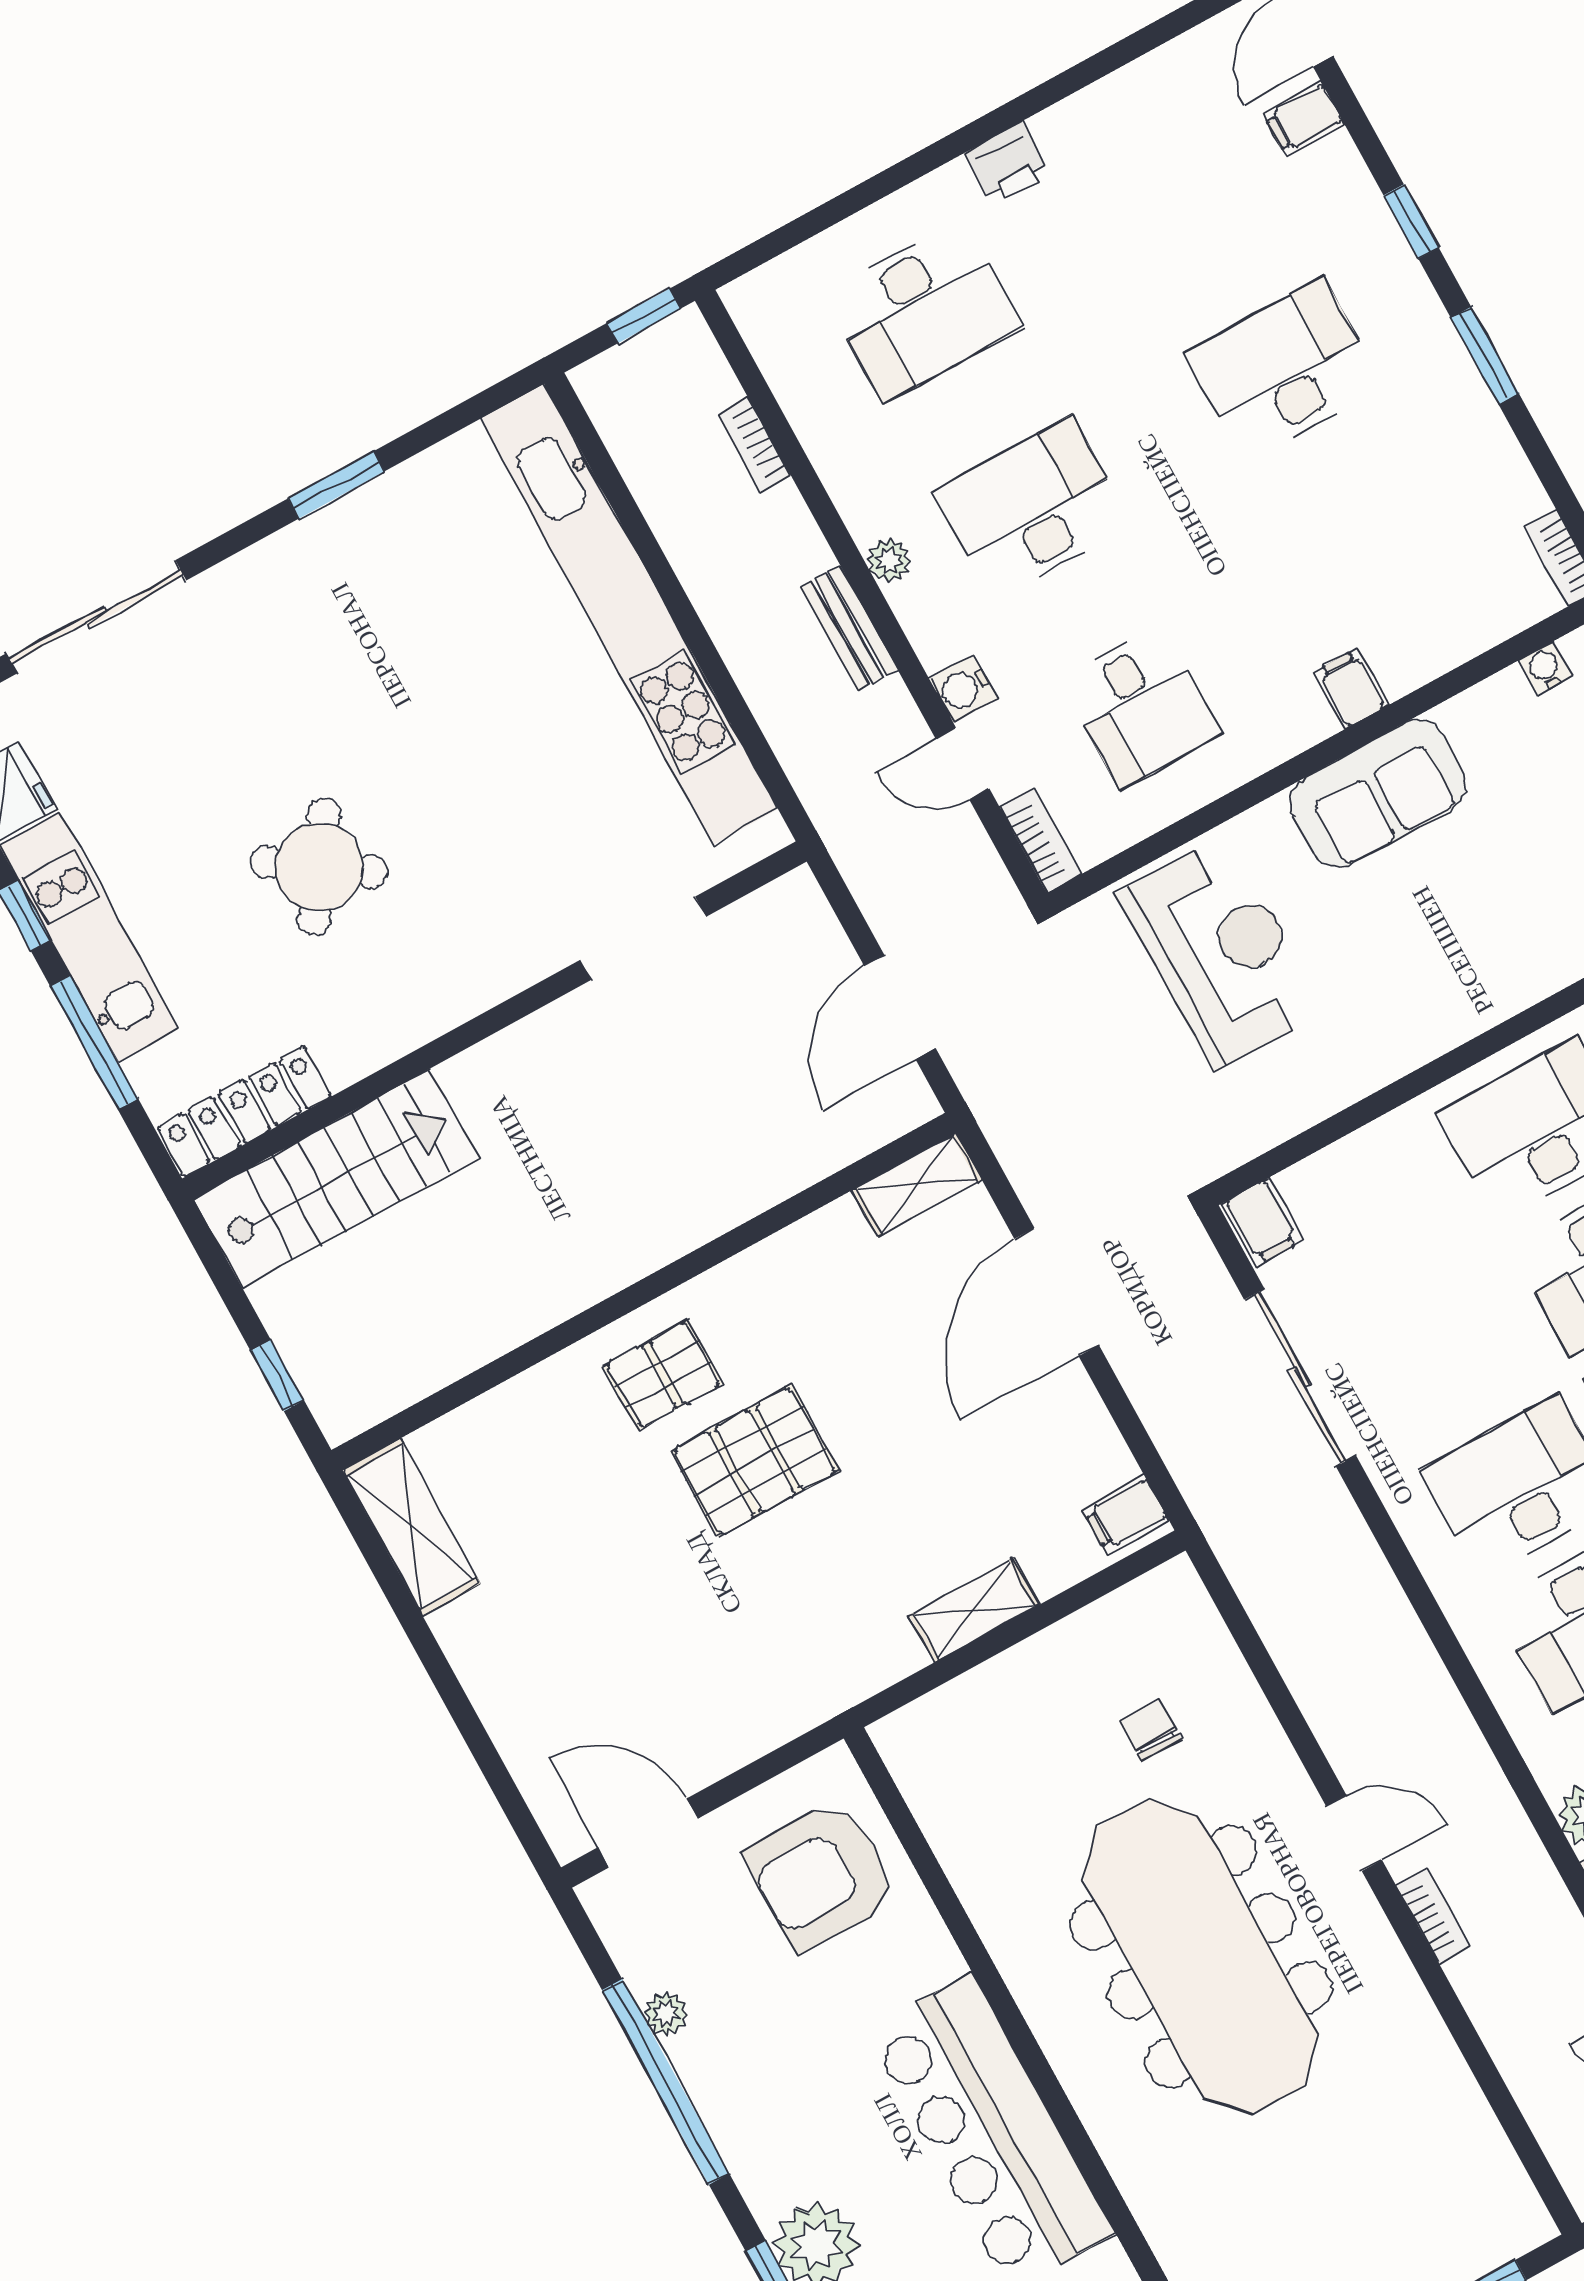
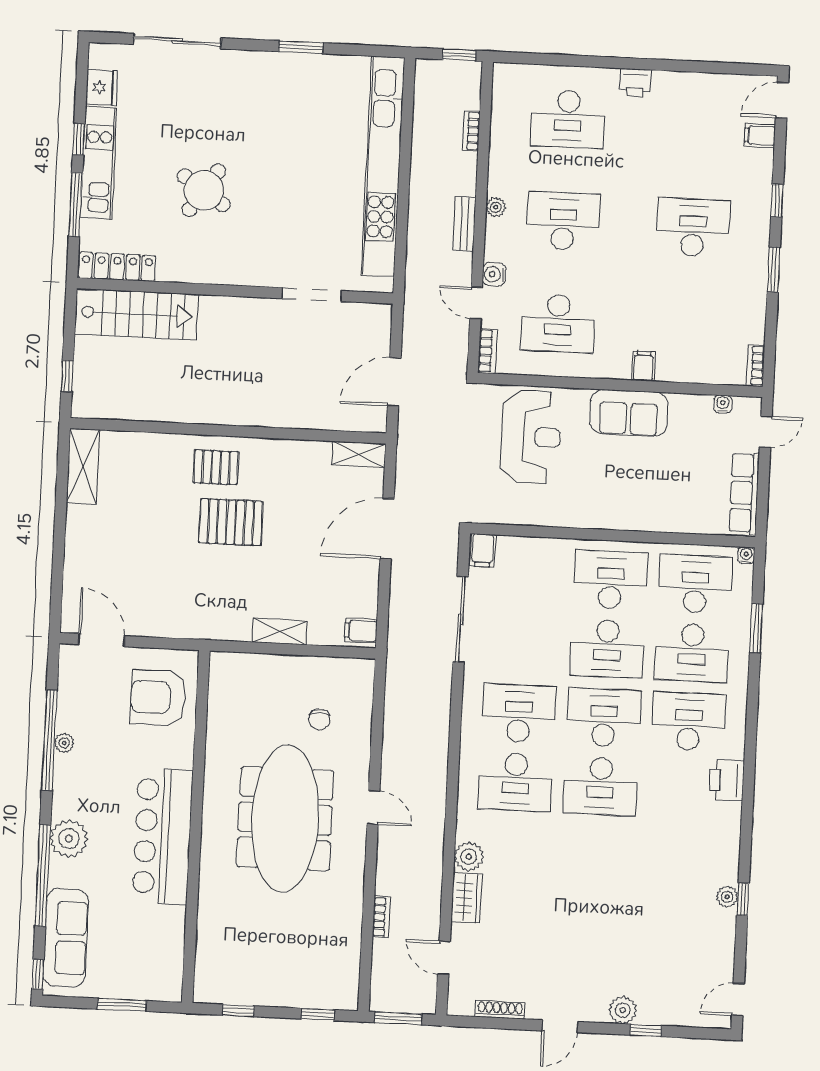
desk: (1141, 707) -> (558, 323), width x1.37
chair: (1150, 1730) -> (319, 720), turned 180
bookcase: (1433, 1916) -> (381, 917), moved
plant: (666, 2014) -> (64, 743), moved

